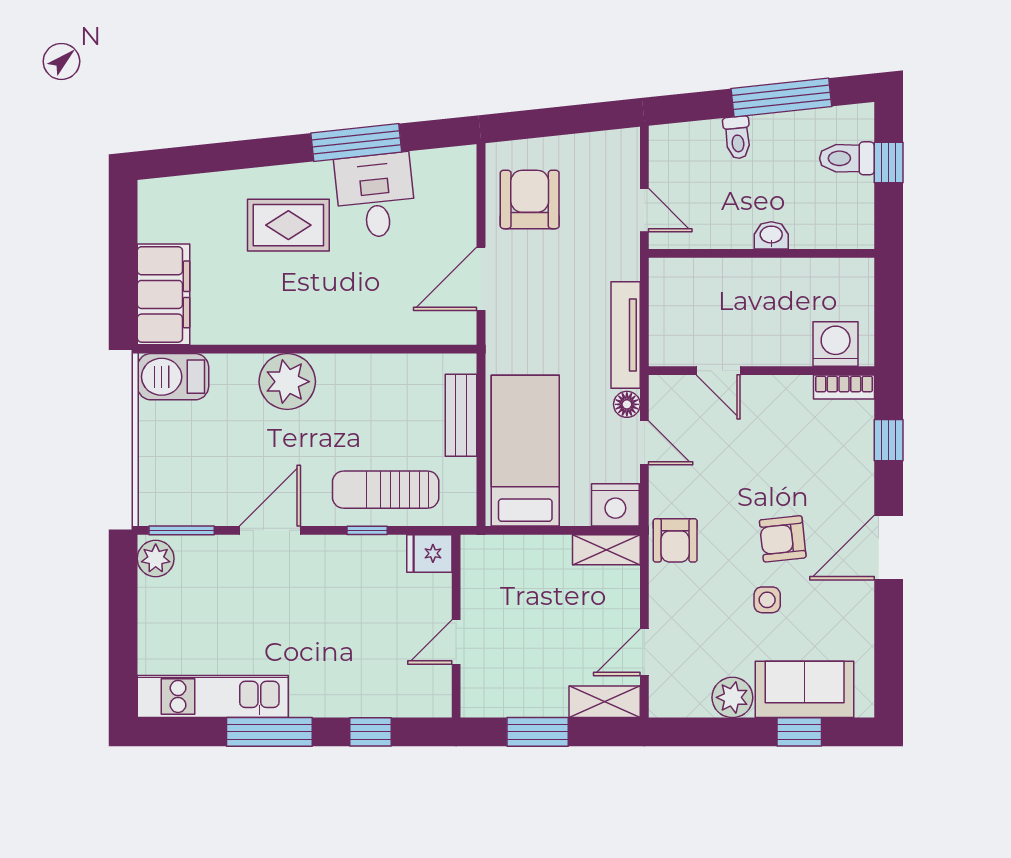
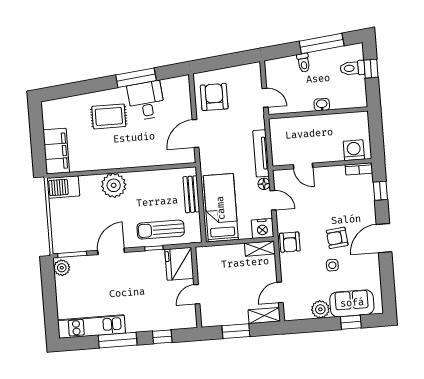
fridge: (429, 553) -> (179, 264), width x1.88, depth x1.34

